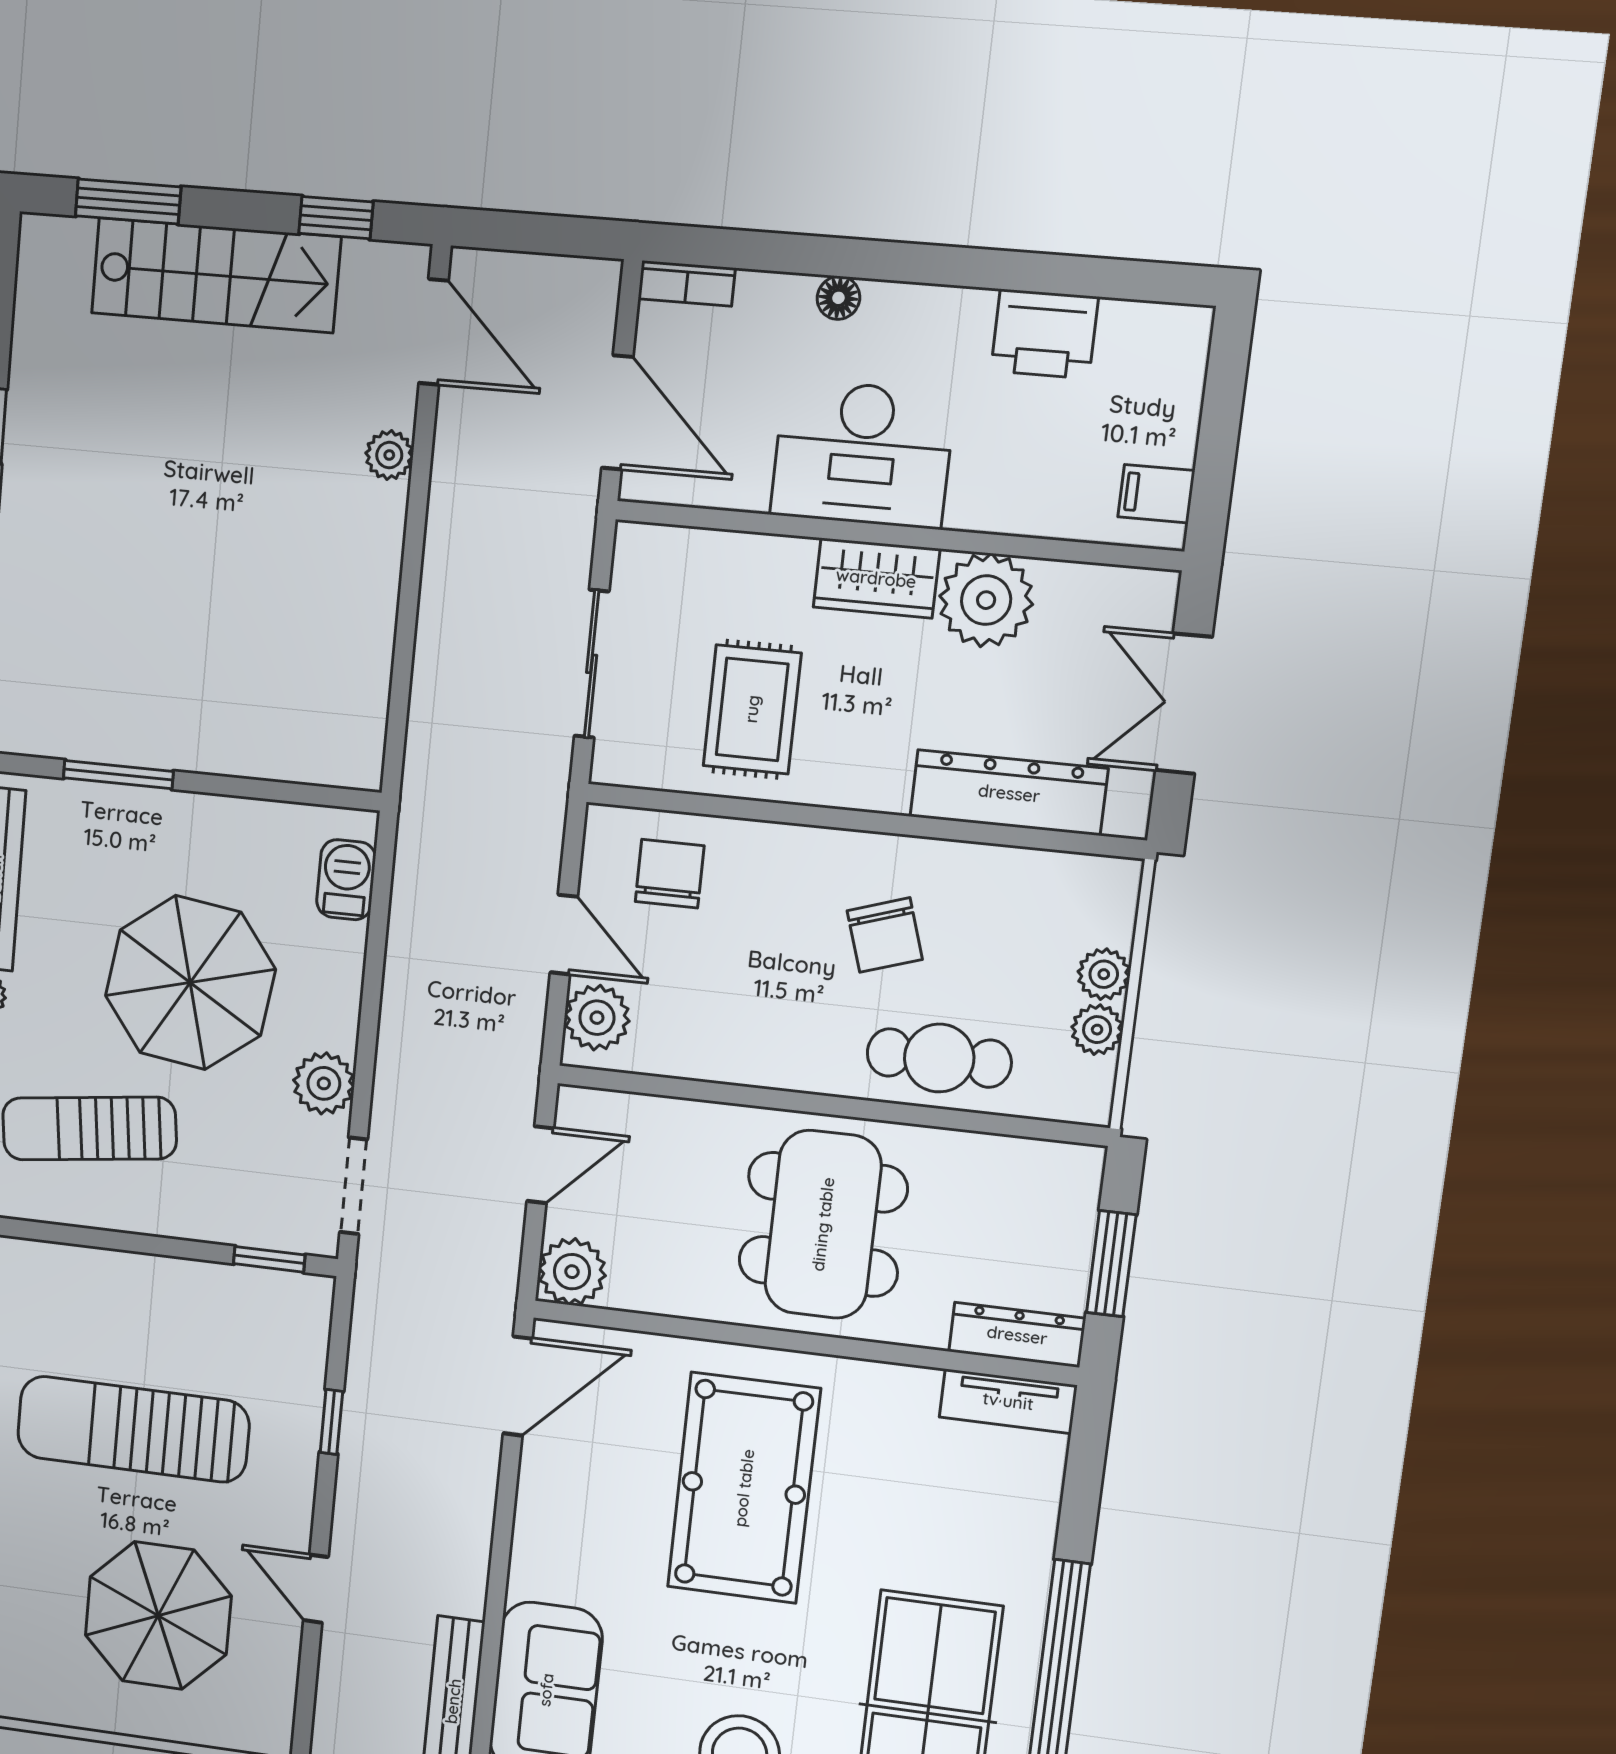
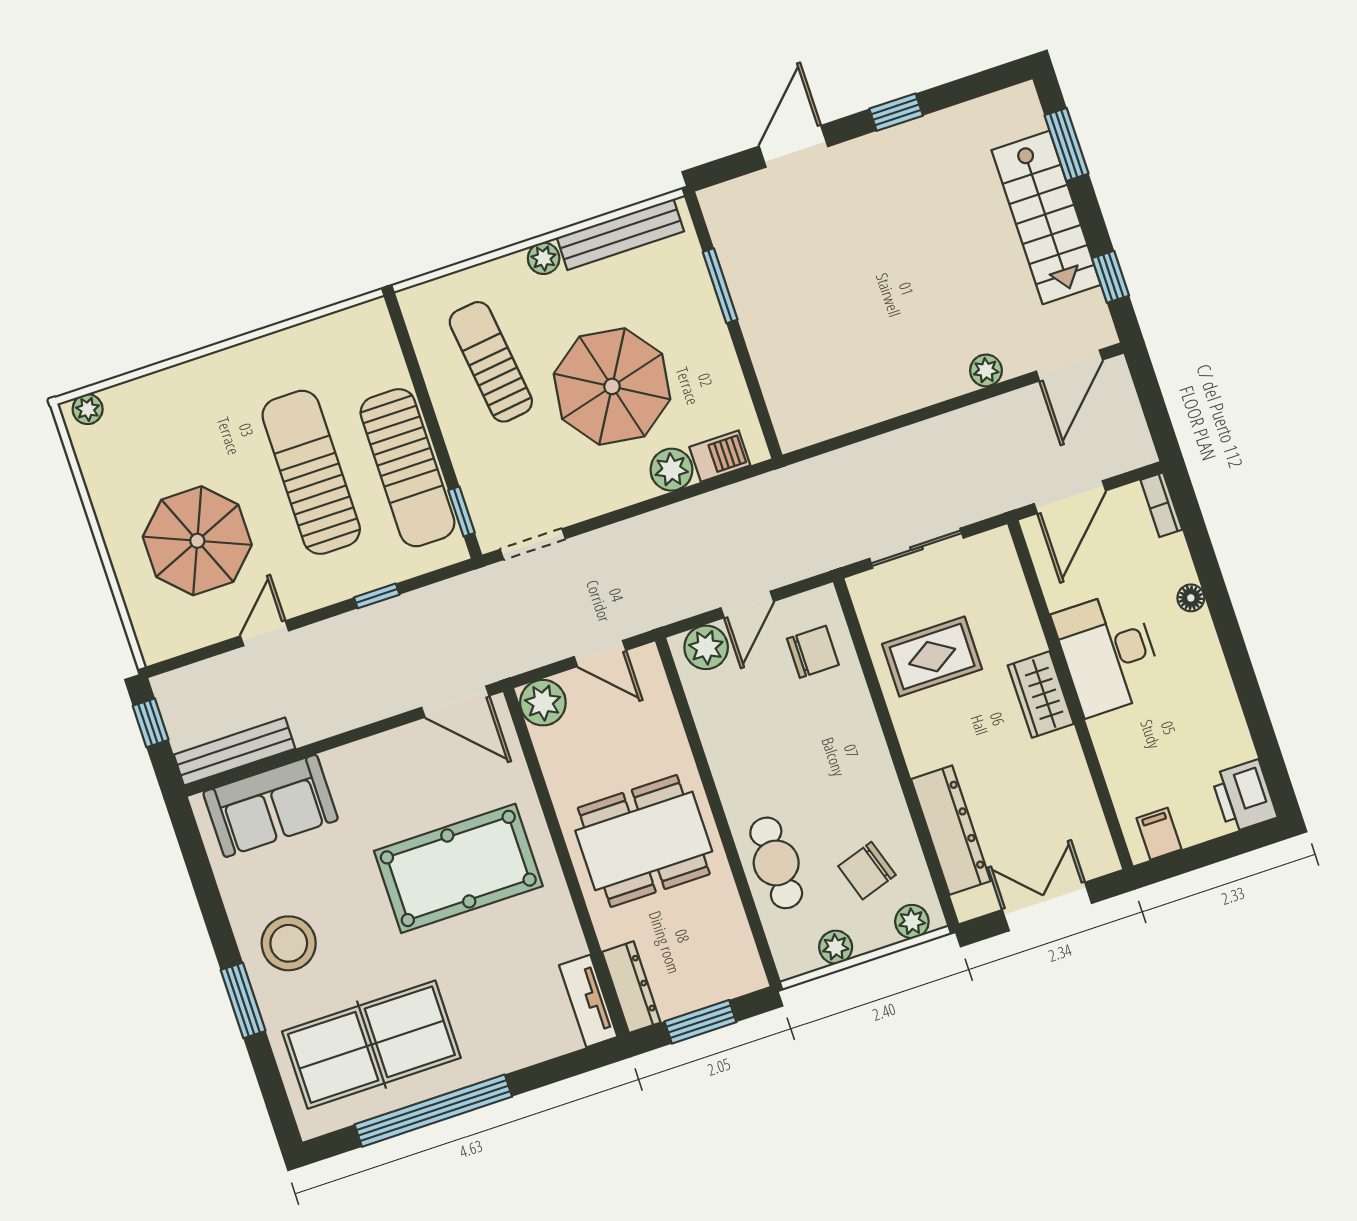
printer: (1045, 334) -> (1244, 796), moved
plant: (986, 600) -> (1056, 764), removed
chair: (885, 935) -> (867, 871), moved
plant: (1104, 974) -> (912, 921), moved
plant: (324, 1083) -> (671, 470), moved
sun lounger: (181, 1302) -> (407, 468), added

